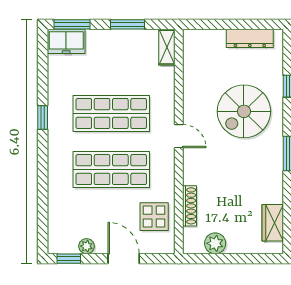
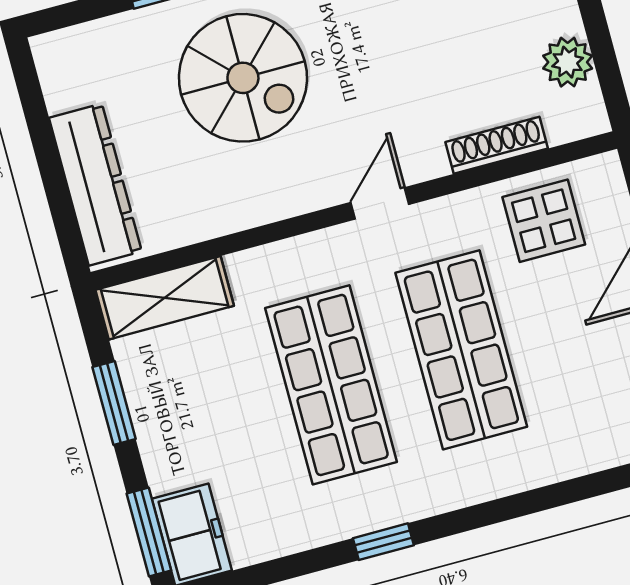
dresser: (250, 38) -> (95, 185), moved, width x1.37, depth x1.24
shelving: (167, 47) -> (165, 298), width x1.50, depth x1.33
door: (179, 136) -> (380, 203), moved

